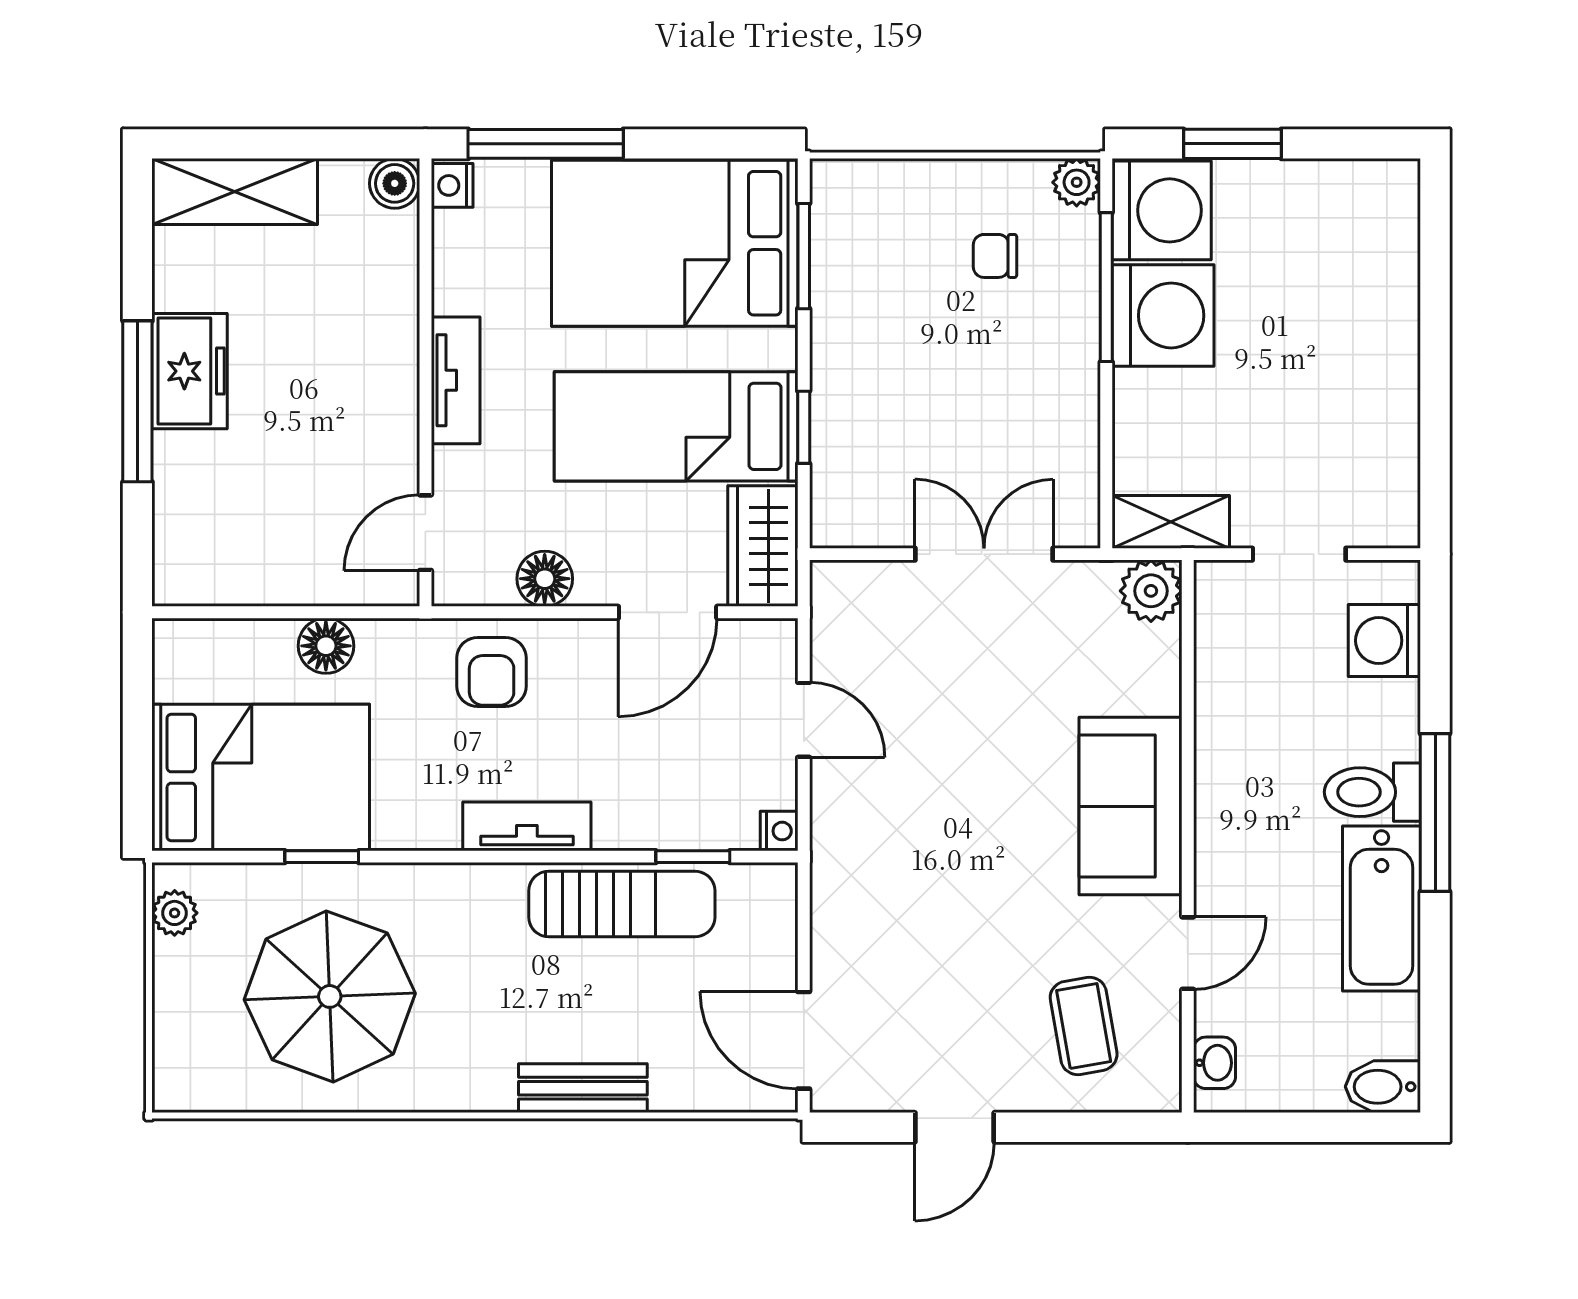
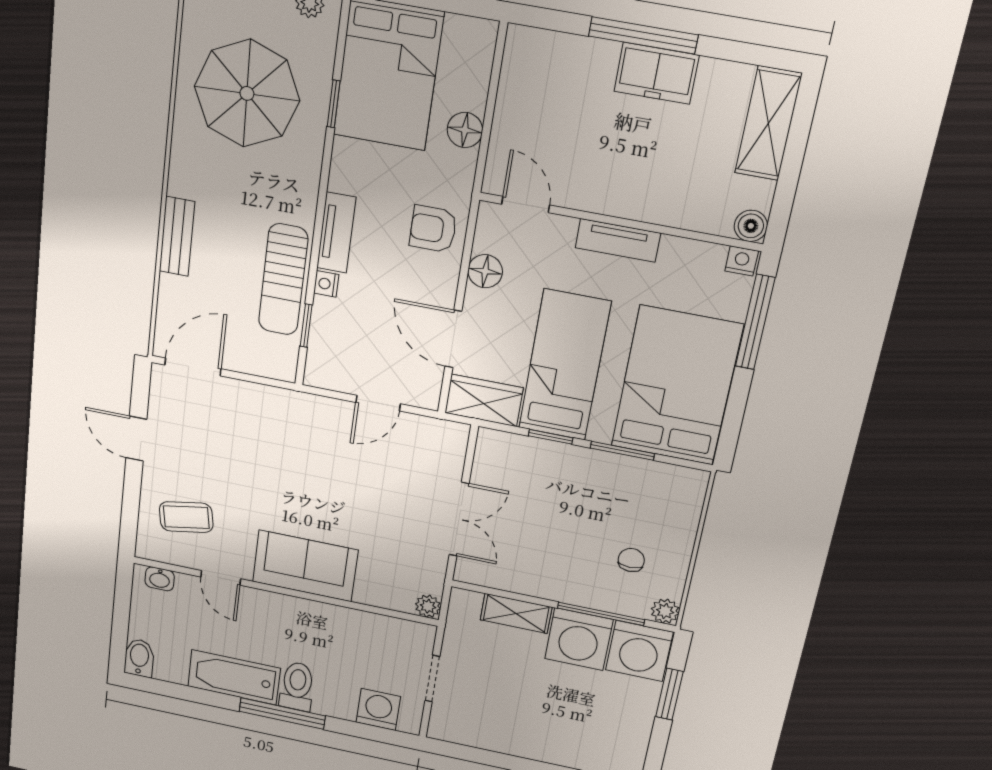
window: (804, 256) -> (622, 451), moved
shelving: (1171, 522) -> (516, 613), moved, turned 90
plant: (1151, 591) -> (428, 606), width x0.73, depth x0.73
nightstand: (779, 831) -> (326, 284), moved, turned 90

